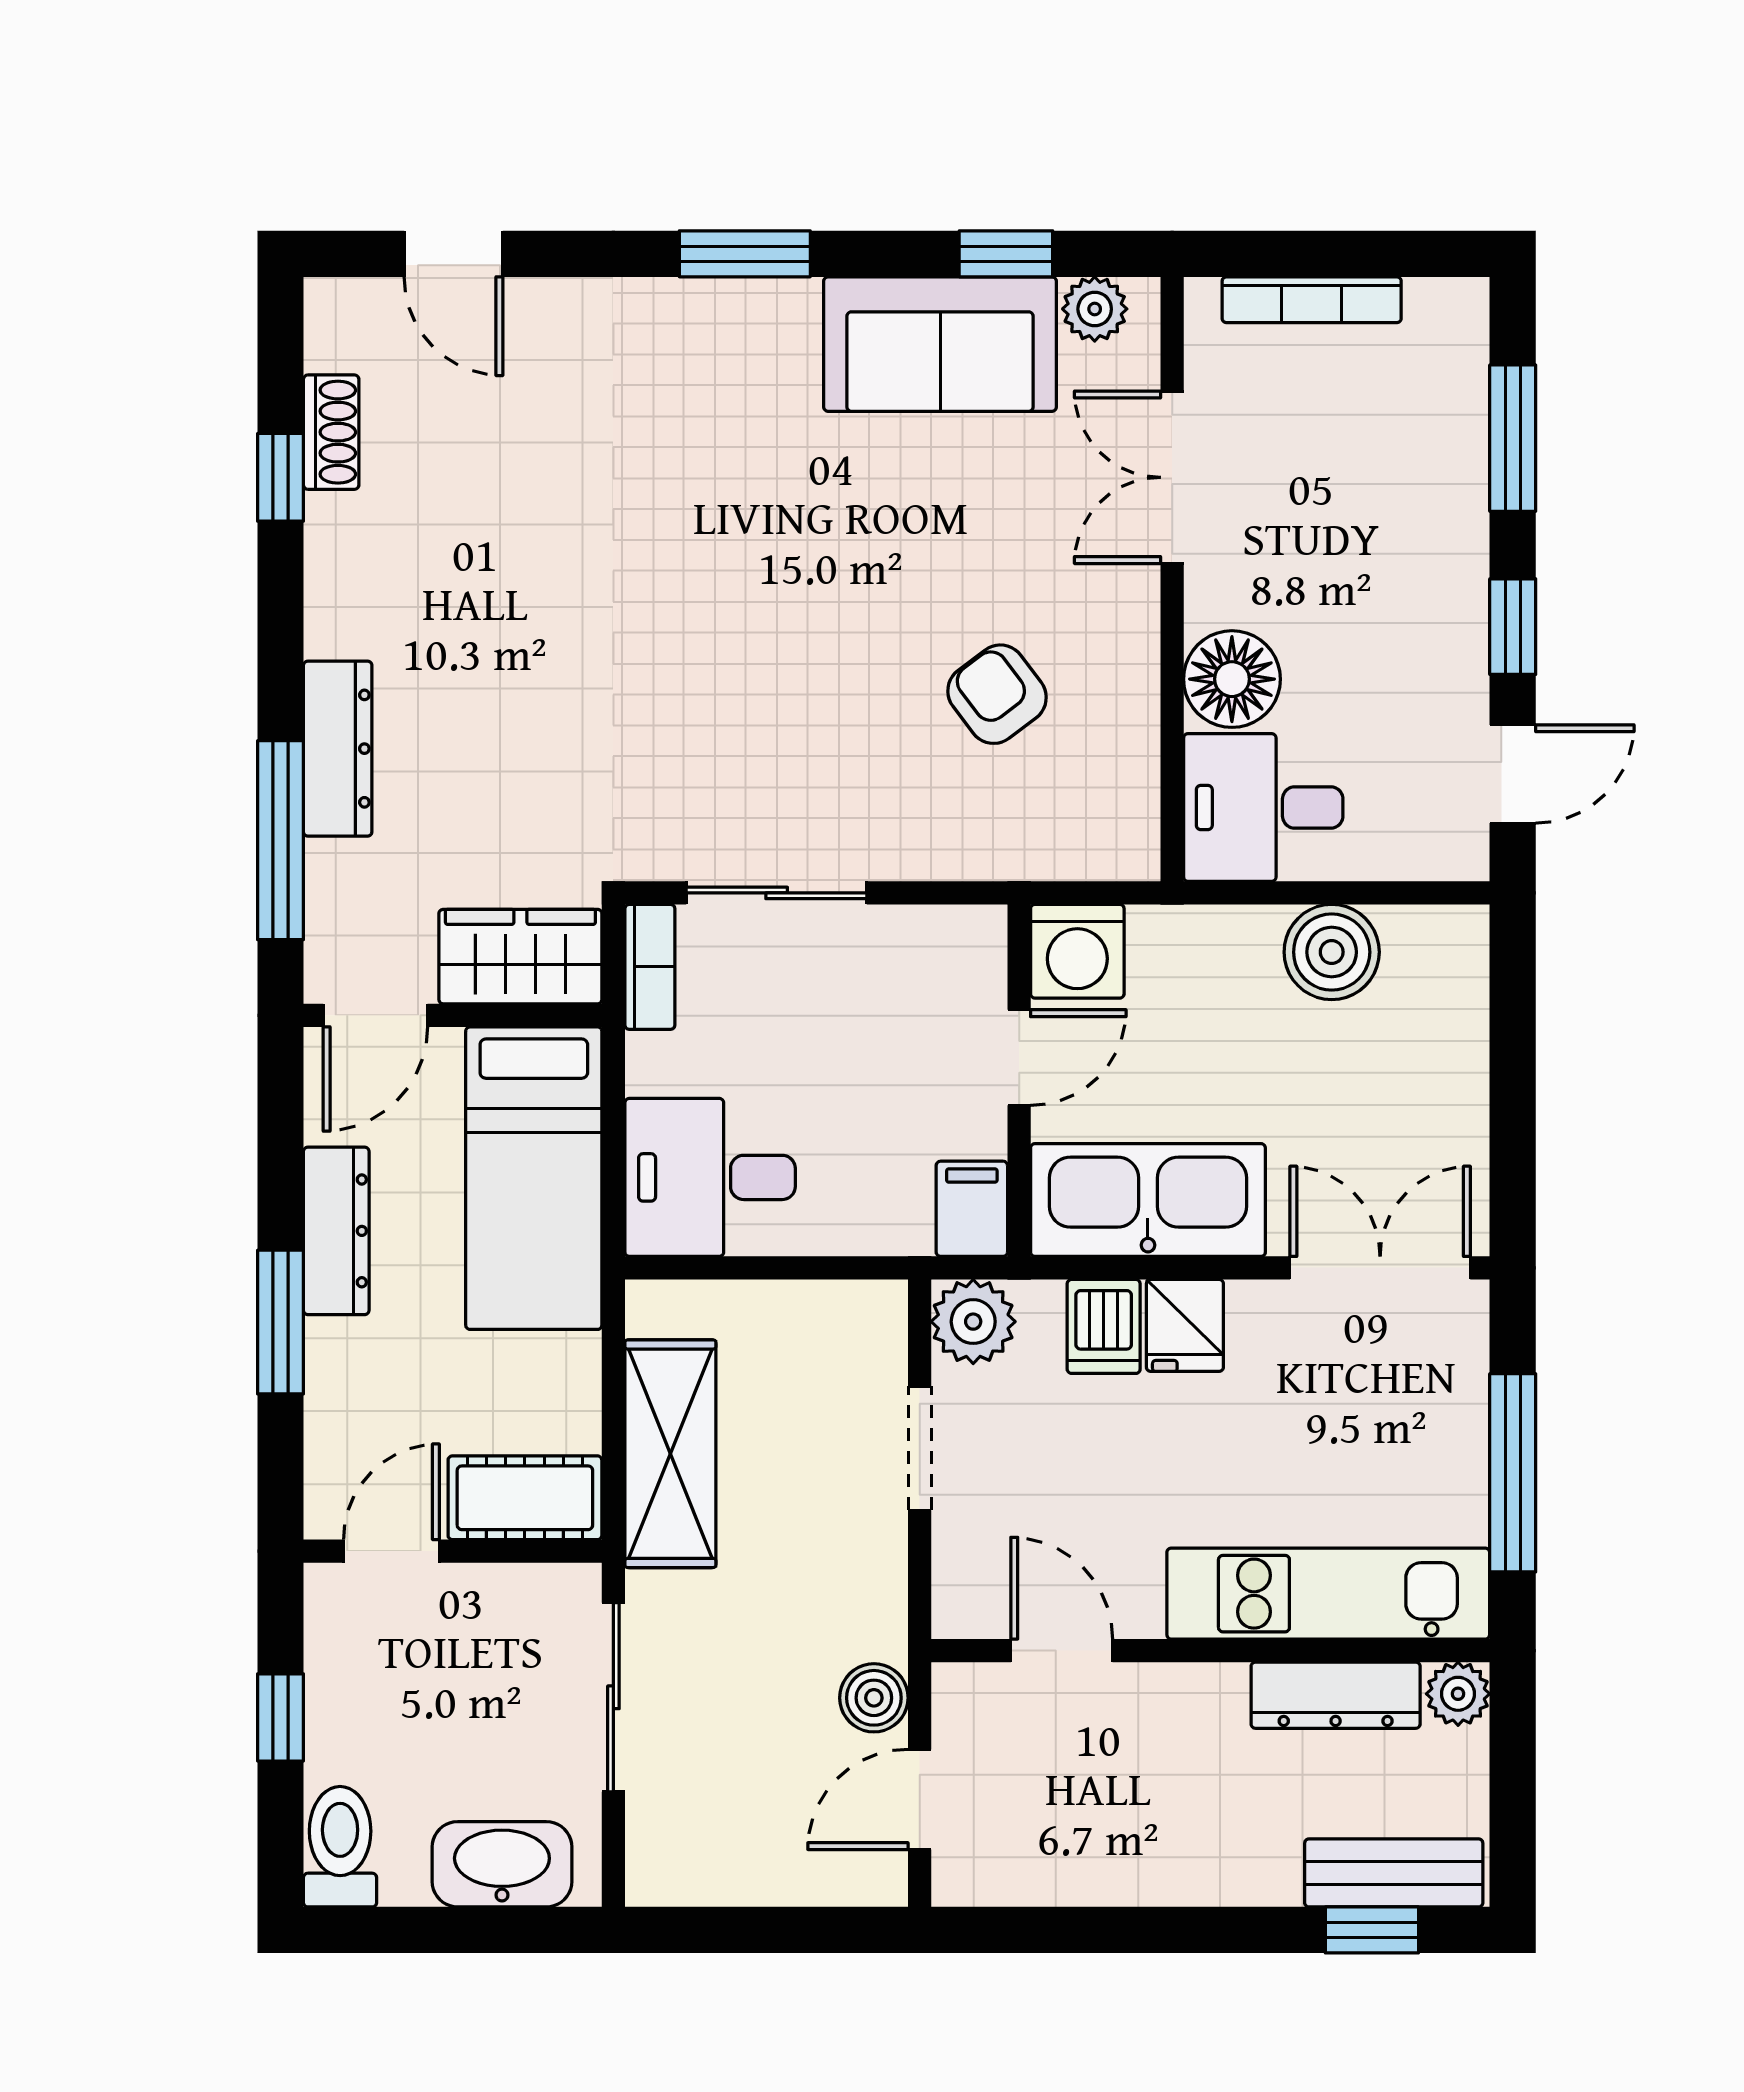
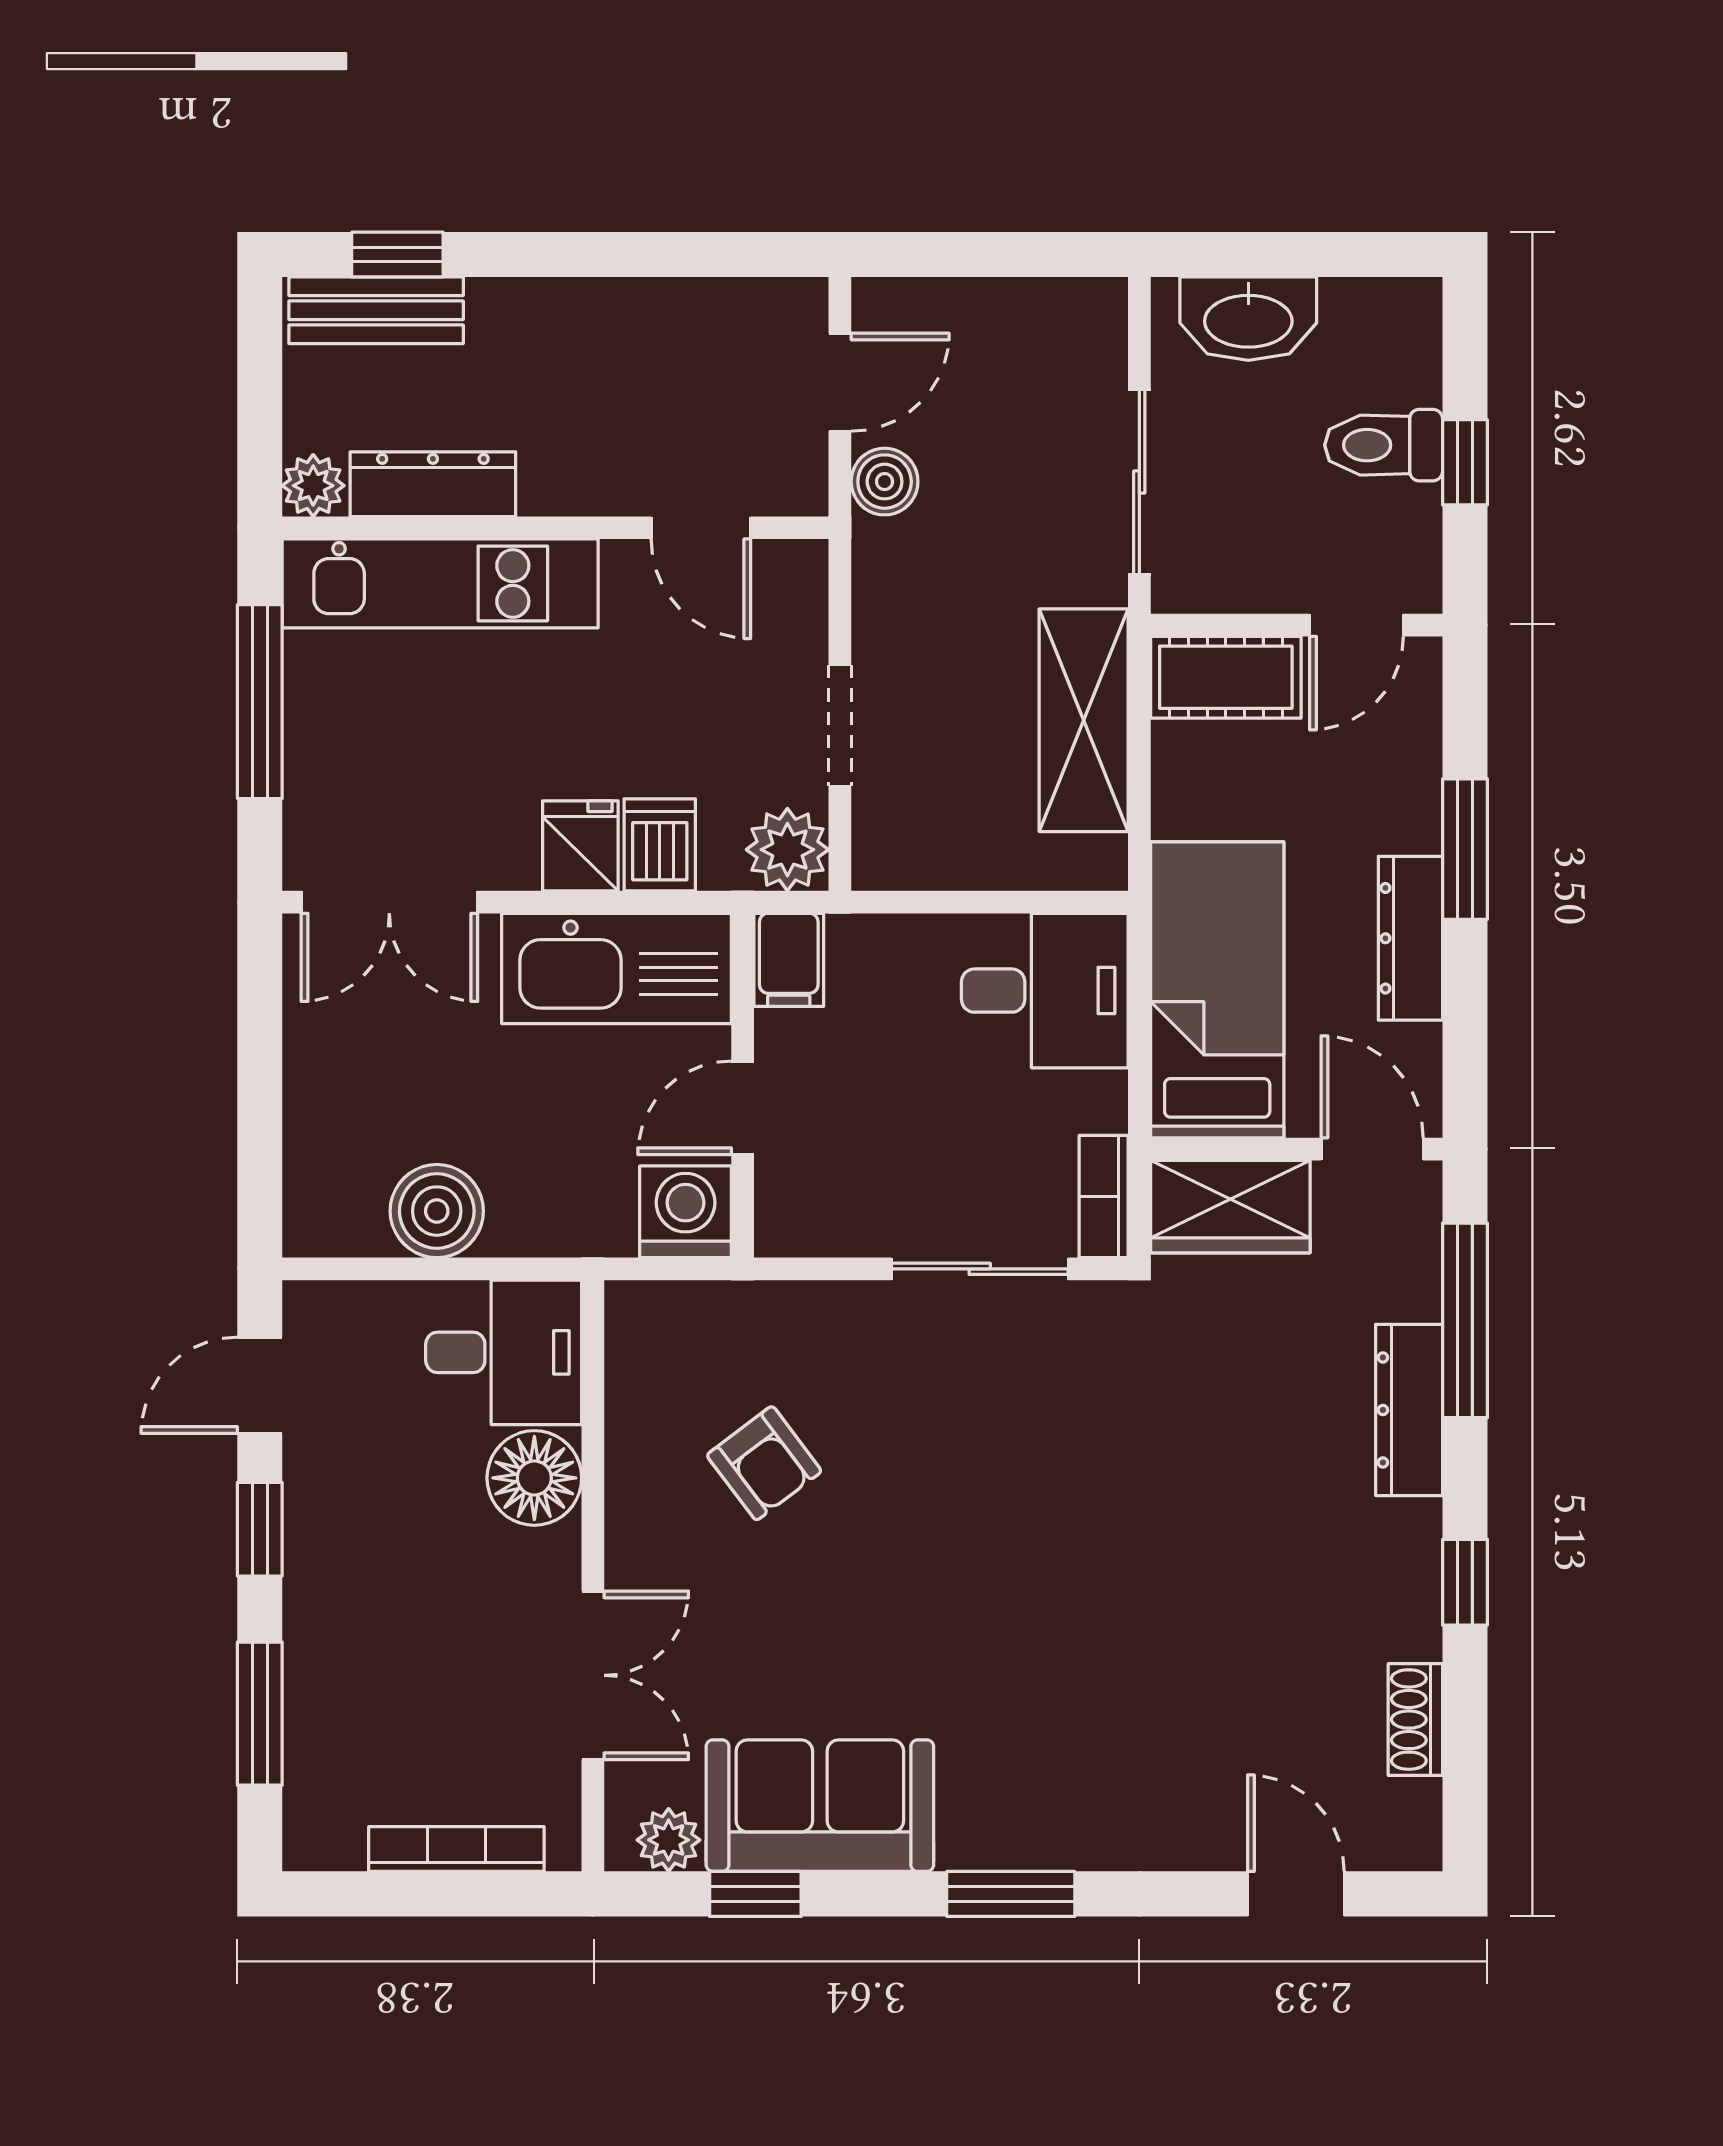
window: (280, 477) -> (1465, 1582), moved
door: (375, 1015) -> (1372, 1149), hinge flipped
toilet: (340, 1847) -> (1384, 445), moved, turned 90

